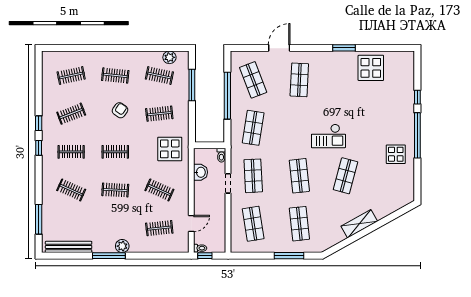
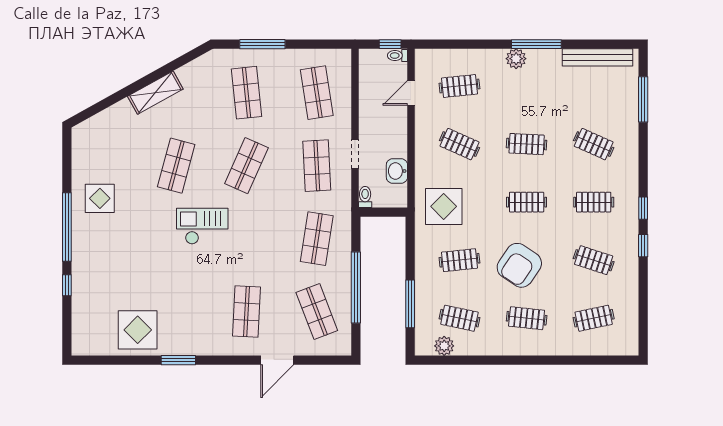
armchair: (120, 110) -> (519, 265), width x1.88, depth x1.88
clothes rail: (71, 114) -> (594, 260), turned 39
shop shelf: (299, 176) -> (246, 166), turned 30

